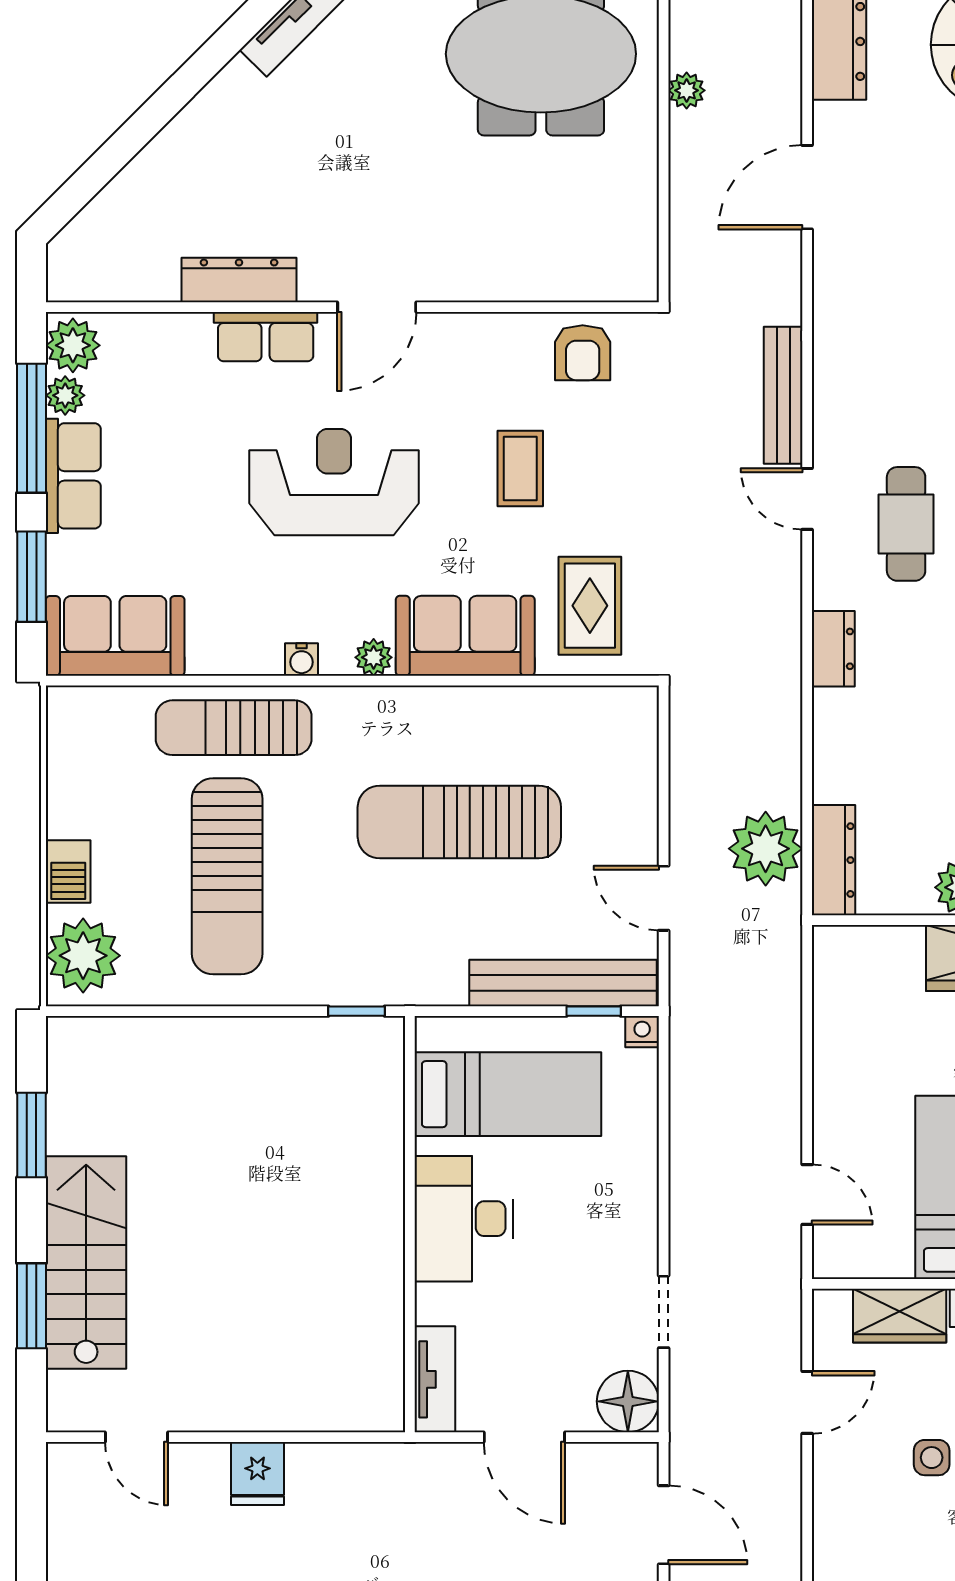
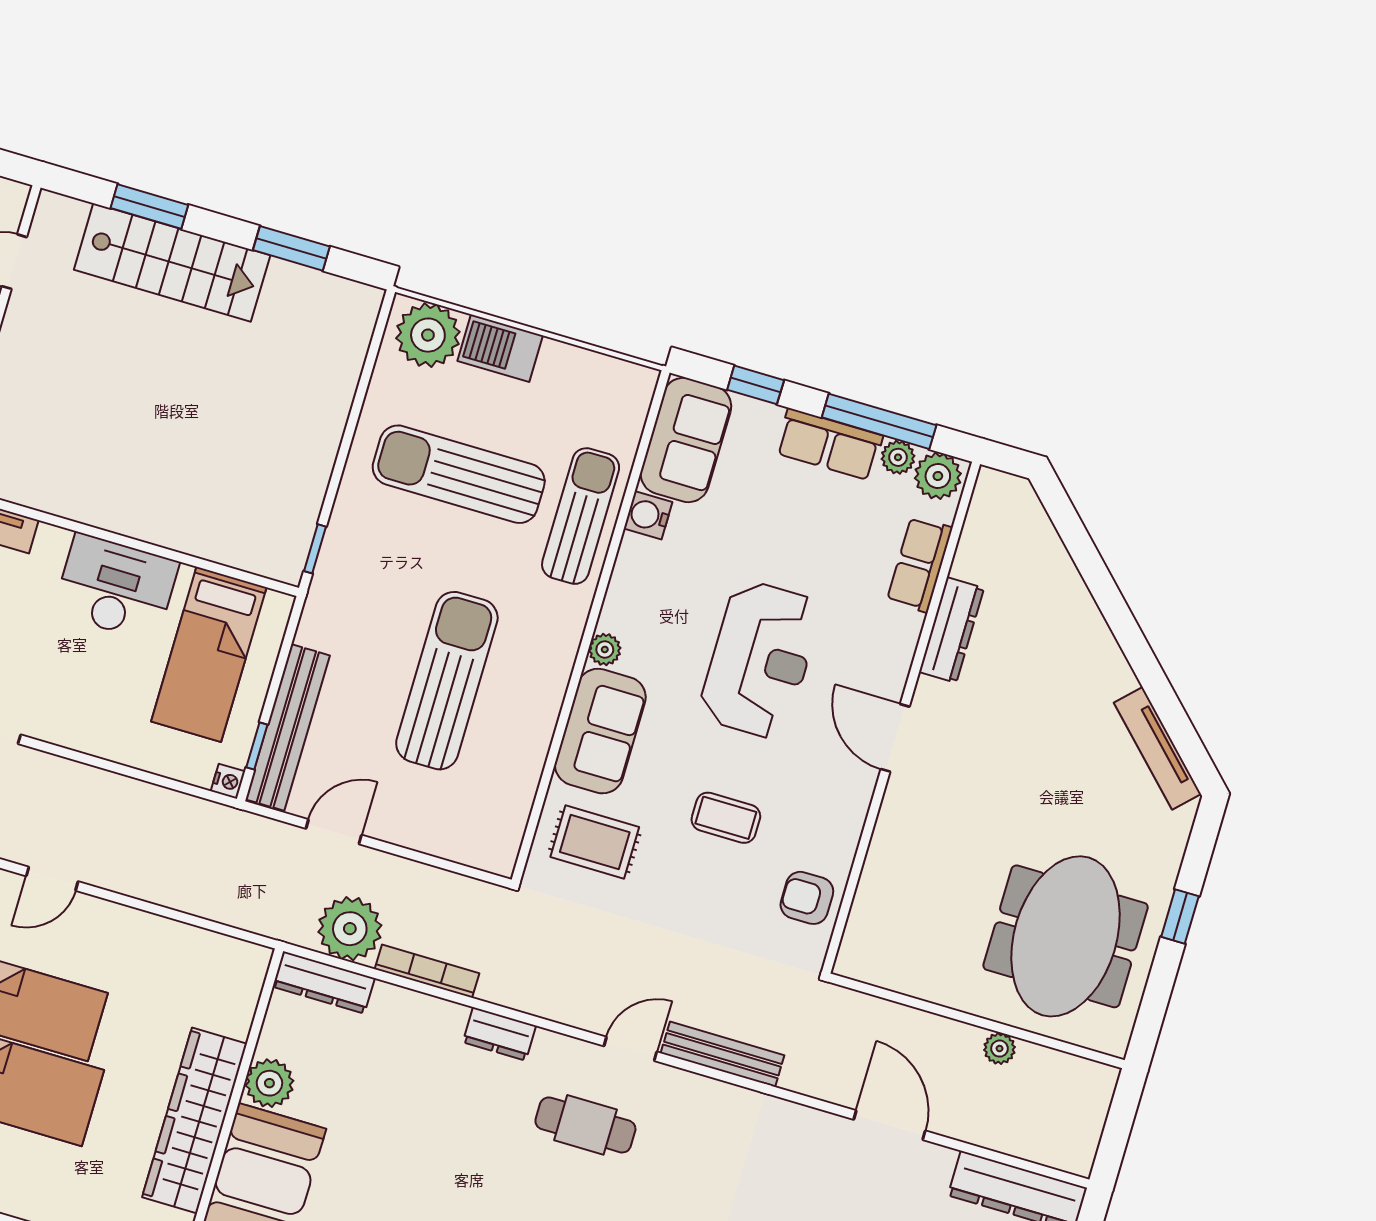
row of seats: (266, 337) -> (920, 564), moved
window: (32, 577) -> (756, 385), width x0.67
water cooler: (302, 660) -> (648, 515), moved, width x1.38, depth x1.38
bookcase: (787, 749) -> (427, 971), added
barbecue: (68, 871) -> (500, 348), width x1.38, depth x1.27

